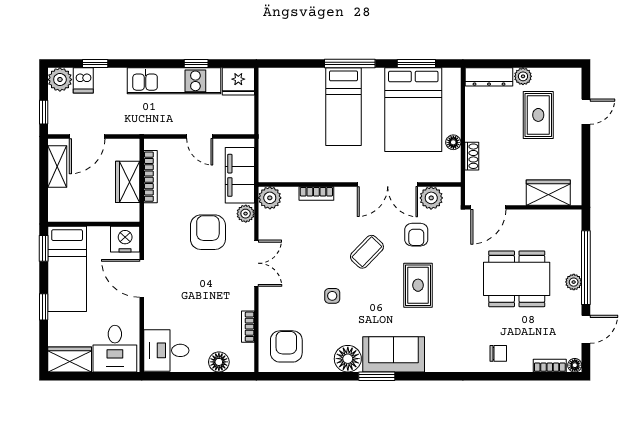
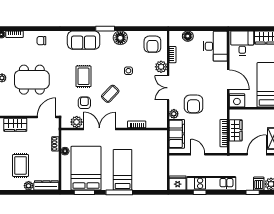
plant: (270, 198) -> (161, 67), moved
desk: (166, 350) -> (215, 46), width x1.37
sofa: (394, 354) -> (84, 40), moved

